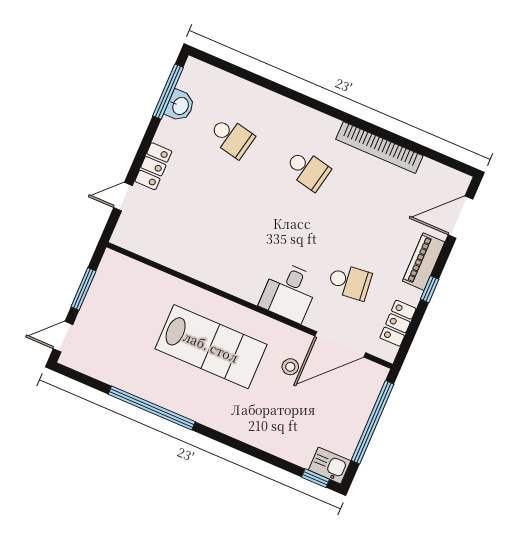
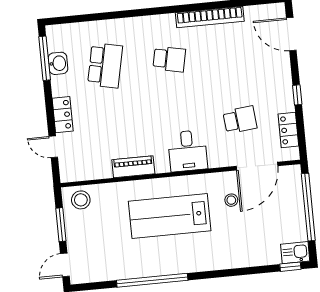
school desk: (232, 137) -> (105, 65), width x1.85
door: (123, 197) -> (53, 147), hinge flipped
door: (461, 217) -> (291, 34), hinge flipped
piano: (424, 262) -> (133, 167), moved, turned 90
stool: (121, 273) -> (81, 200), added
desk: (289, 292) -> (188, 151), moved
lab bench: (211, 347) -> (170, 216), turned 180

